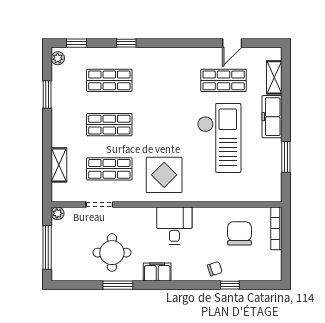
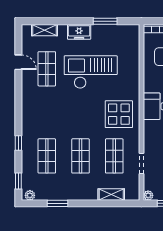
freezer: (272, 117) -> (79, 32), width x0.71

